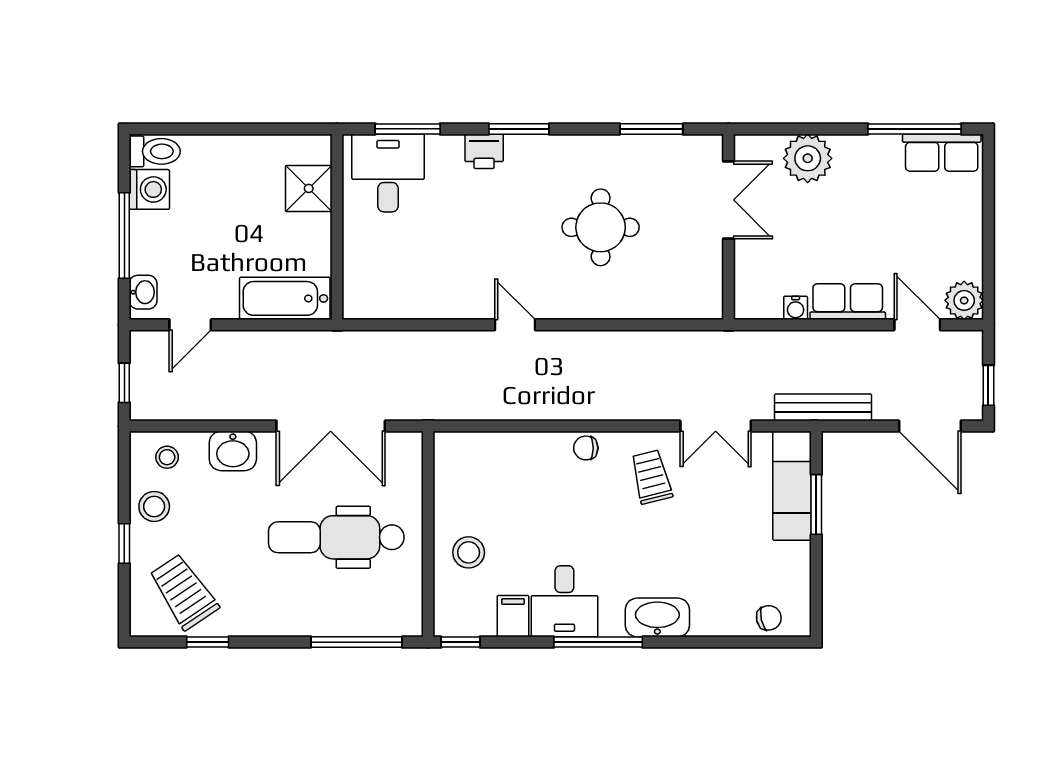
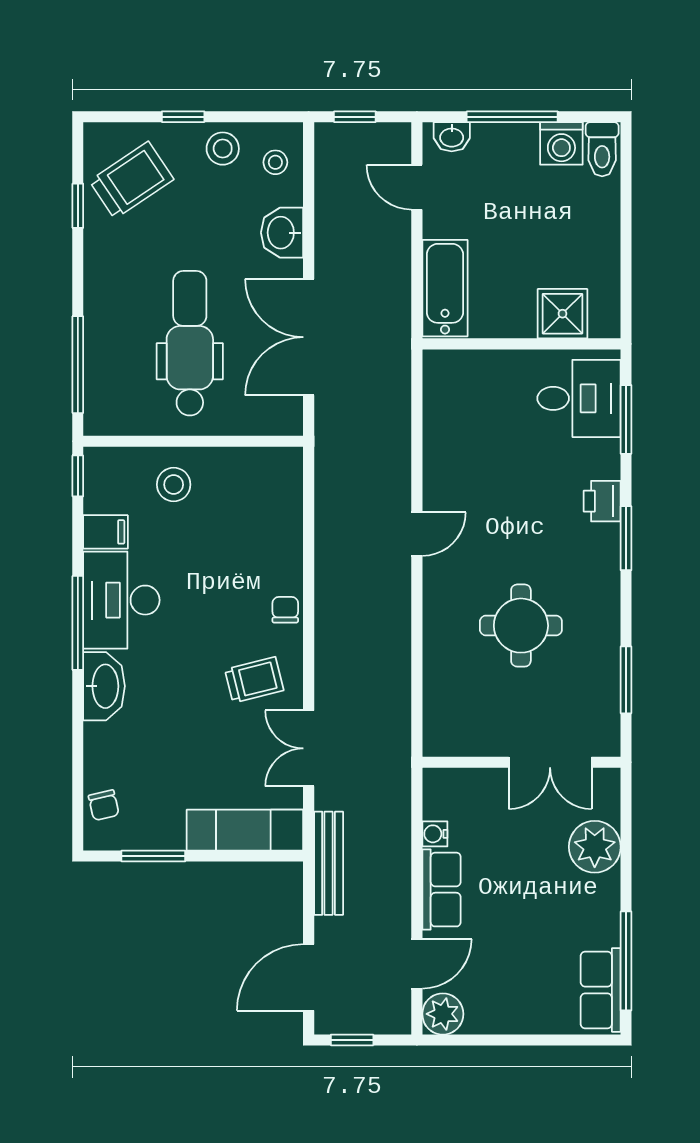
window: (816, 505) -> (153, 856), moved
desk: (564, 601) -> (121, 600), width x1.37

